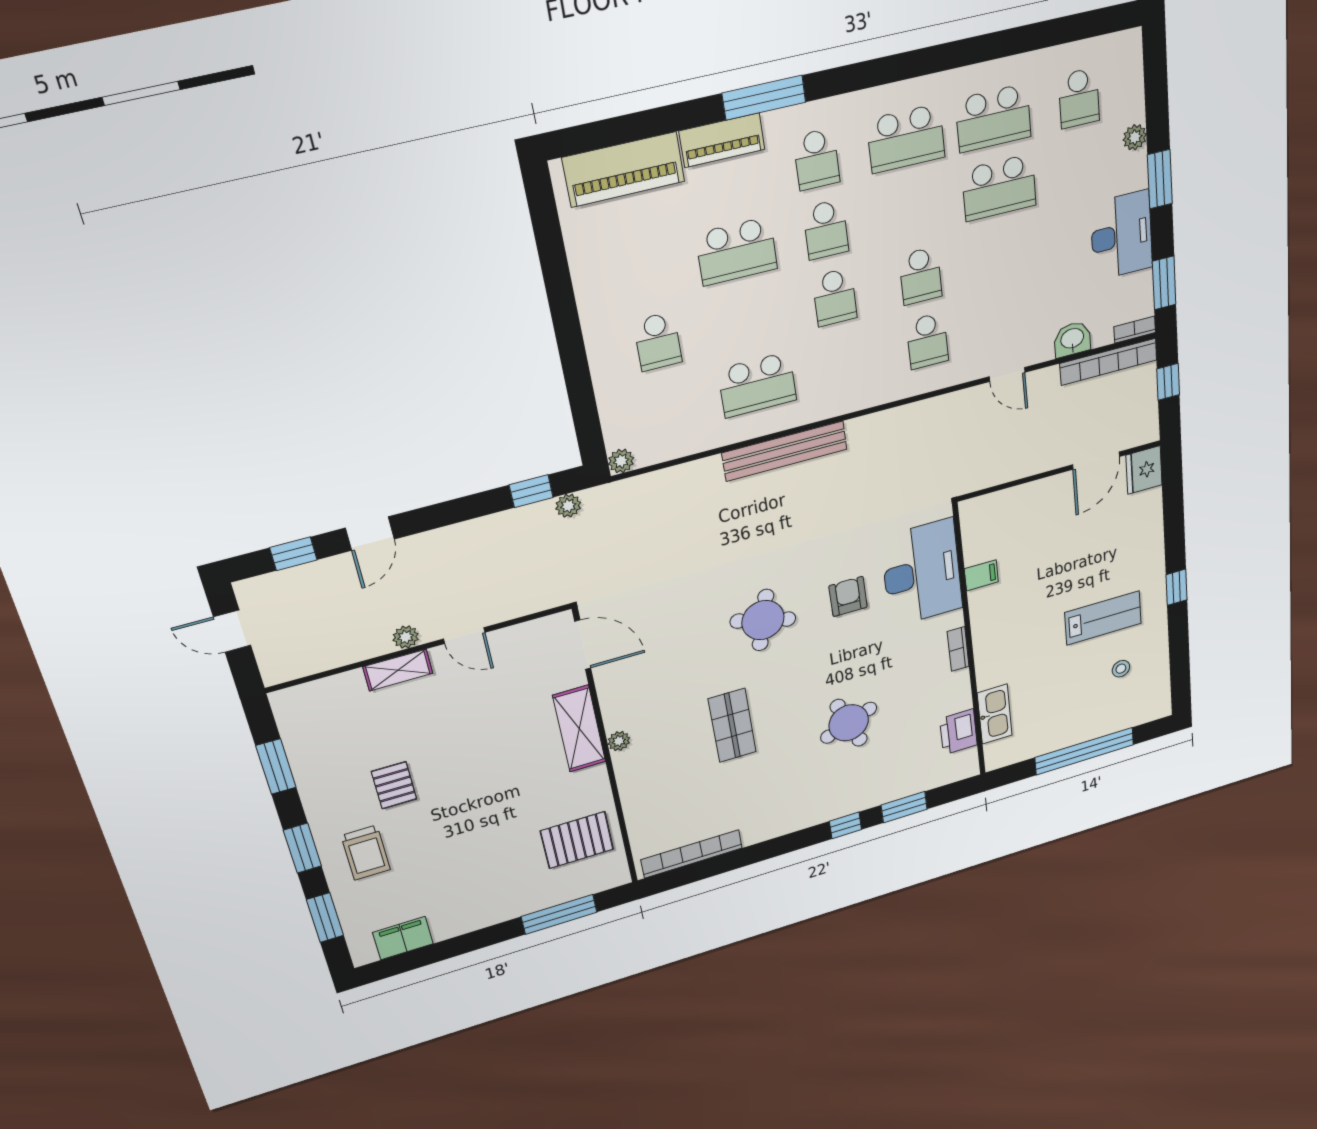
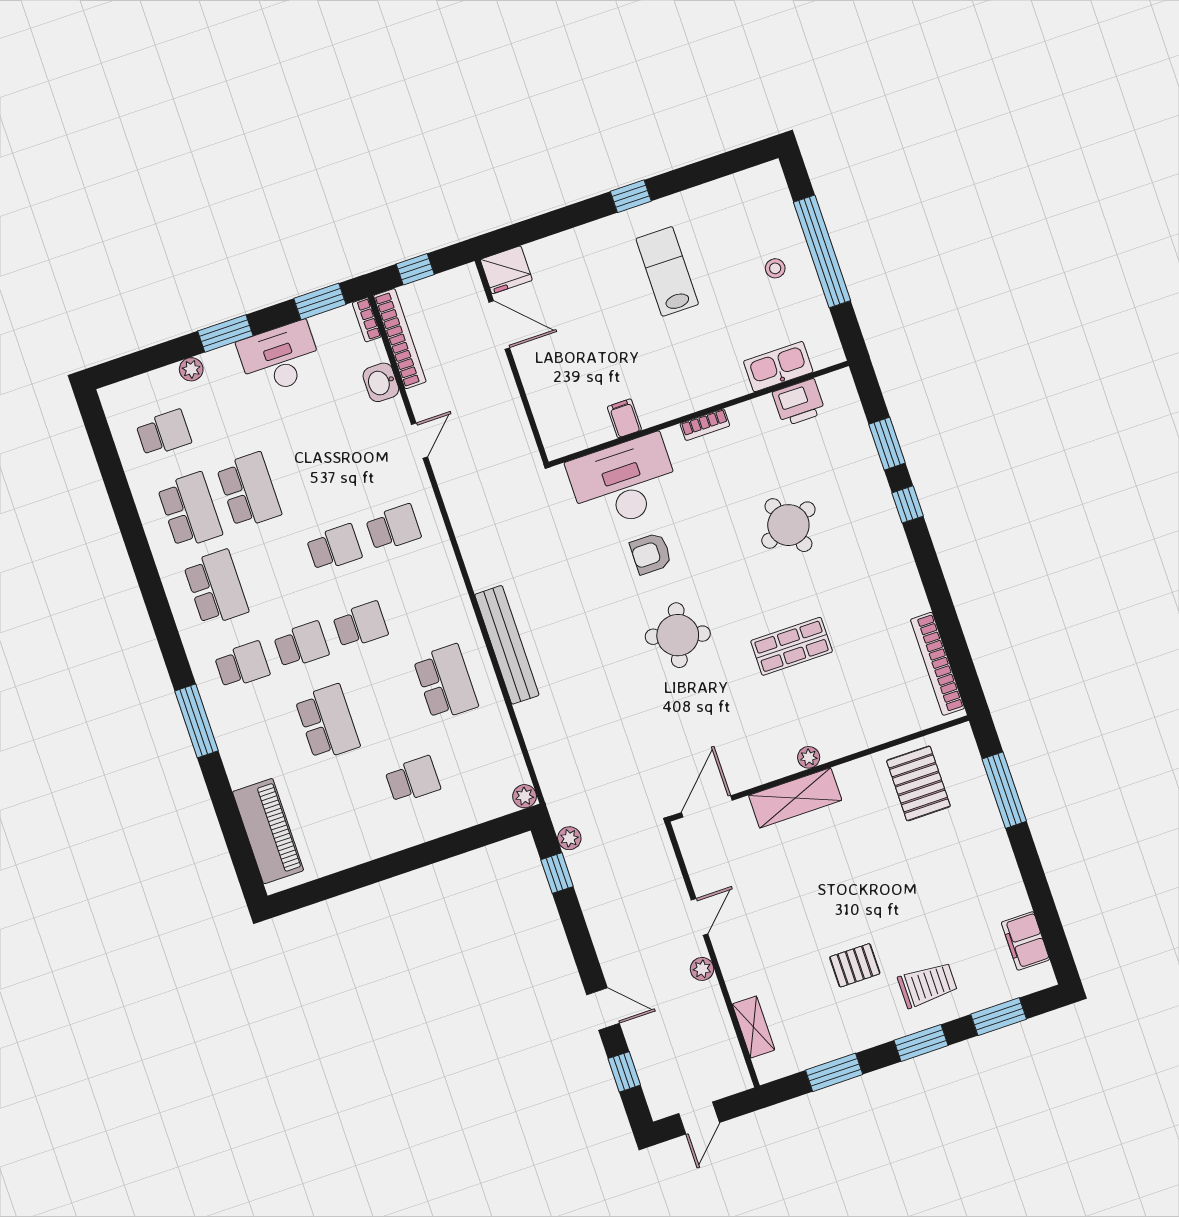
piano: (722, 140) -> (235, 751), removed
stool: (1121, 669) -> (775, 268), moved
shelving: (398, 670) -> (754, 1027), moved

